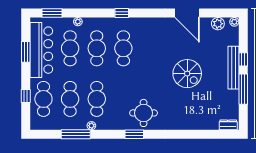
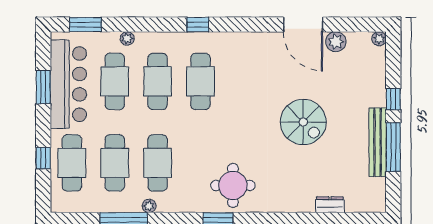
plant: (218, 24) -> (336, 42), moved
bench: (233, 68) -> (378, 142), moved
dresser: (228, 125) -> (330, 205), moved

